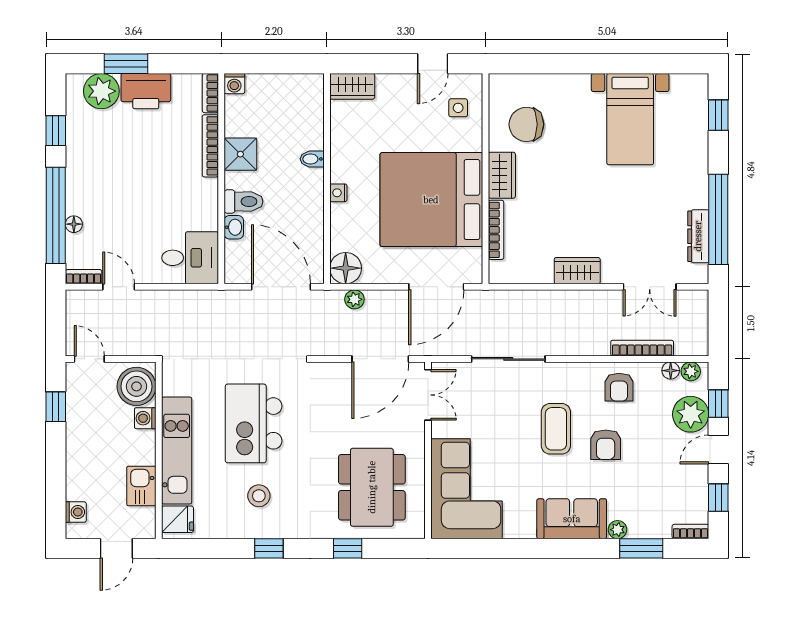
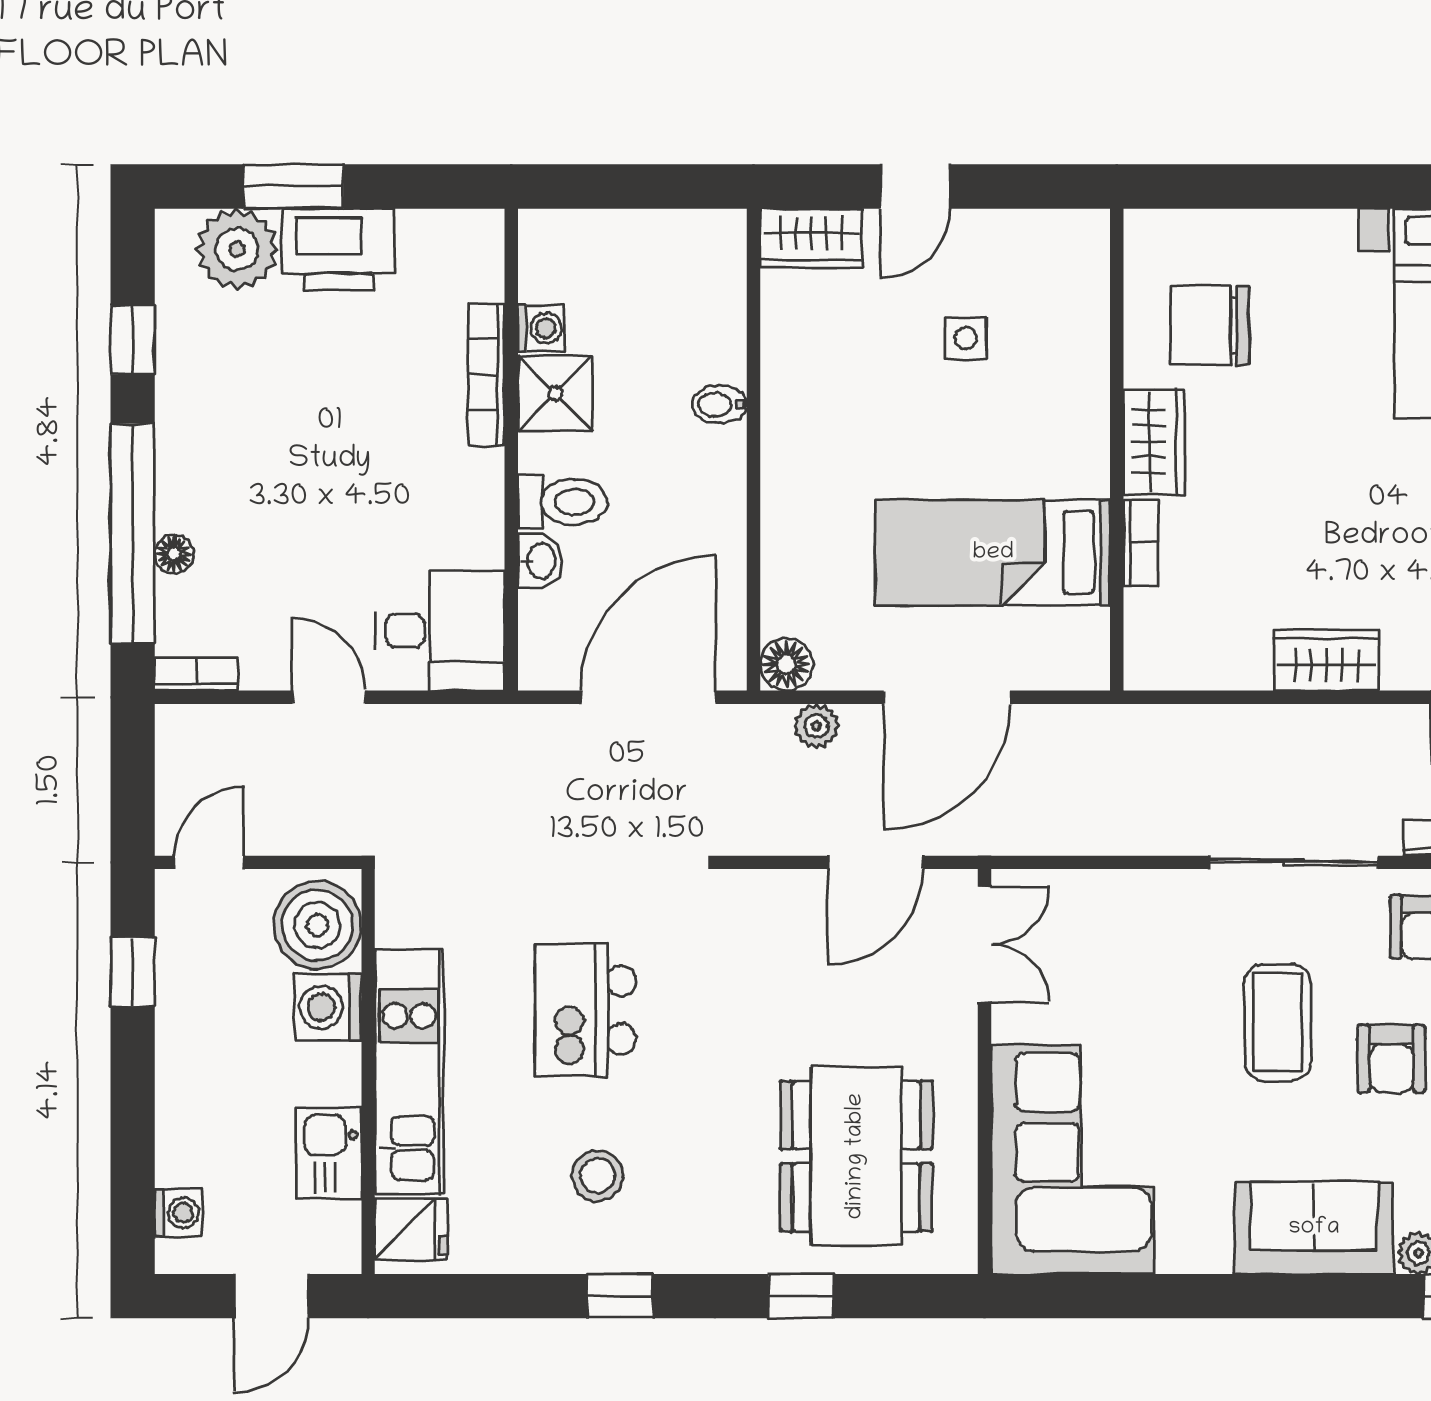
door: (433, 64) -> (915, 187), moved
washing machine: (234, 84) -> (541, 328), moved, turned -90
bookcase: (210, 93) -> (487, 254), removed
side table: (458, 108) -> (966, 338), moved
nightstand: (338, 193) -> (779, 482), removed
bed: (431, 200) -> (993, 553), width x0.49
bookcase: (496, 230) -> (1141, 542), width x0.64
floor lamp: (346, 268) -> (786, 664), width x0.73, depth x0.73
door: (119, 287) -> (329, 697), moved
door: (281, 287) -> (648, 697), hinge flipped
door: (436, 287) -> (947, 697), moved
door: (89, 359) -> (209, 862), hinge flipped
door: (380, 359) -> (875, 862), width x0.73
sliding door: (508, 359) -> (1294, 862), moved
washing machine: (145, 418) -> (328, 1007), width x1.38, depth x1.38
kitchen island: (254, 423) -> (586, 1010), width x0.73, depth x0.78

